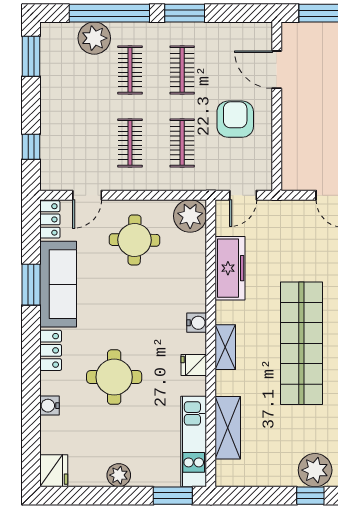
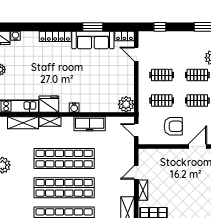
round table: (135, 240) -> (114, 77), removed
freezer: (230, 268) -> (90, 124), moved
shelving: (225, 347) -> (50, 122), moved
locker: (51, 350) -> (55, 36), width x1.53
fridge: (194, 365) -> (49, 104), width x1.88, depth x1.34
round table: (114, 377) -> (48, 67), removed
water cooler: (49, 406) -> (15, 36), moved

